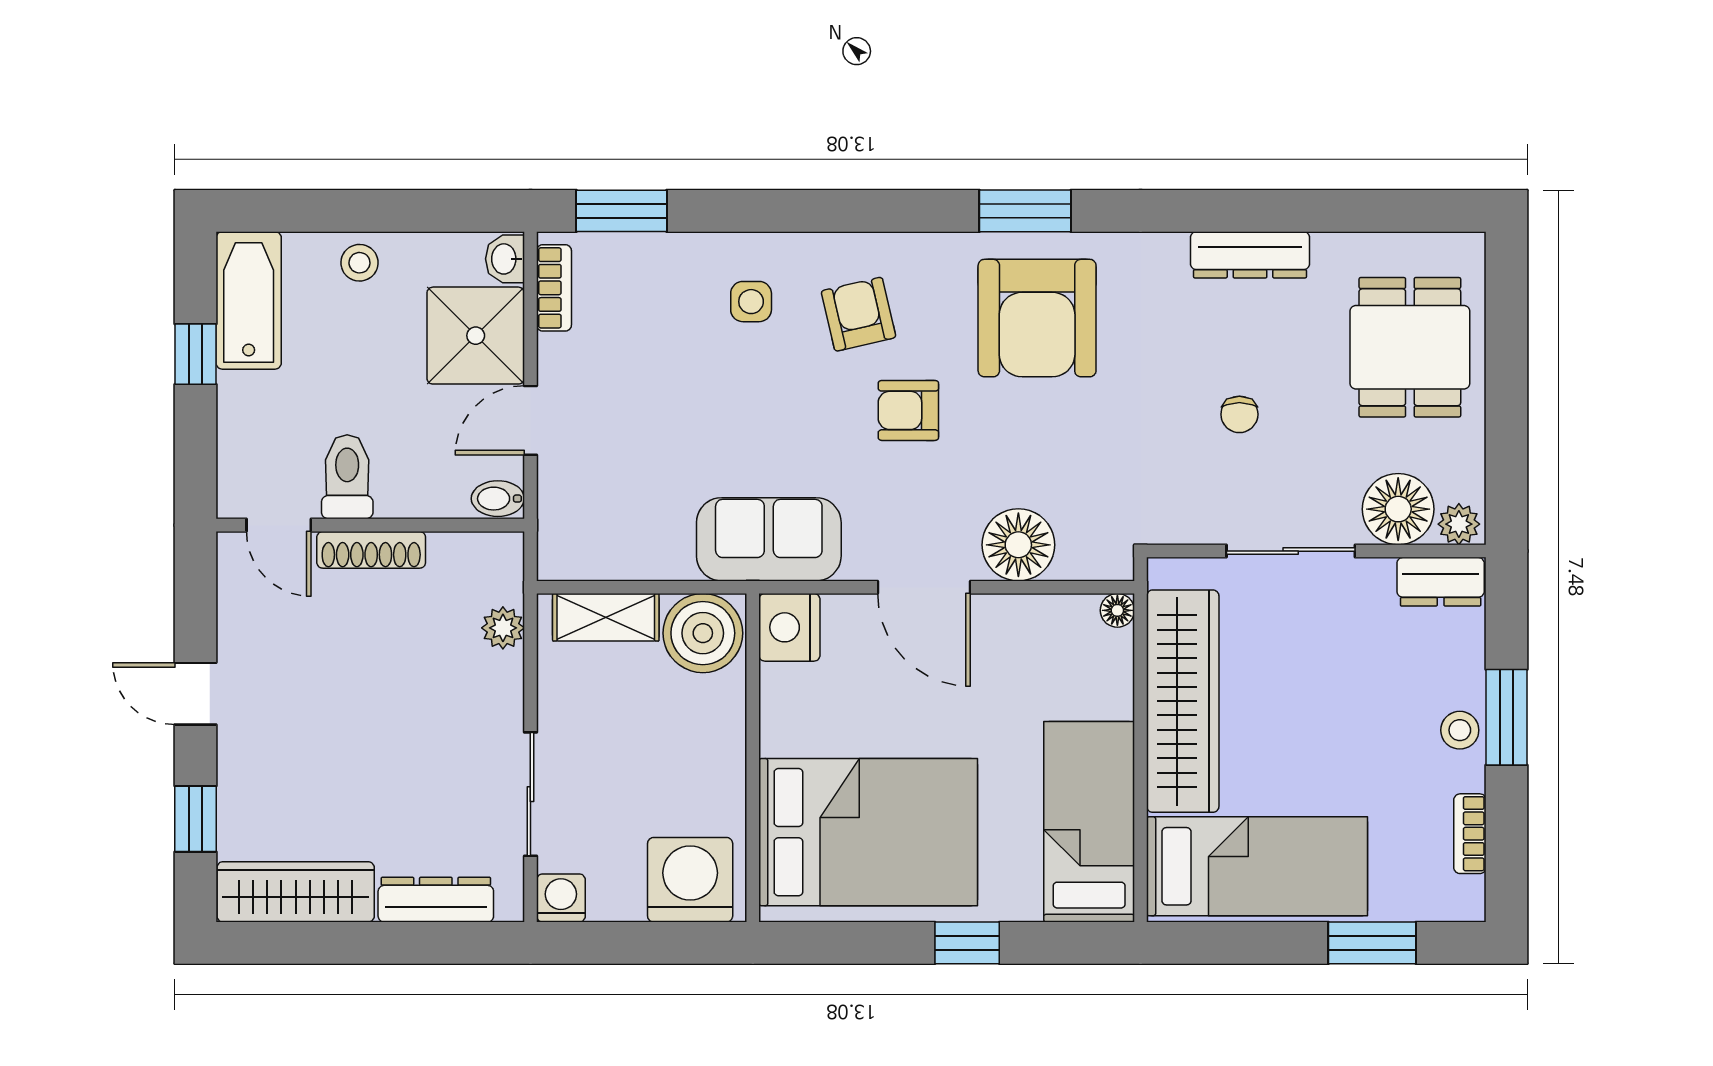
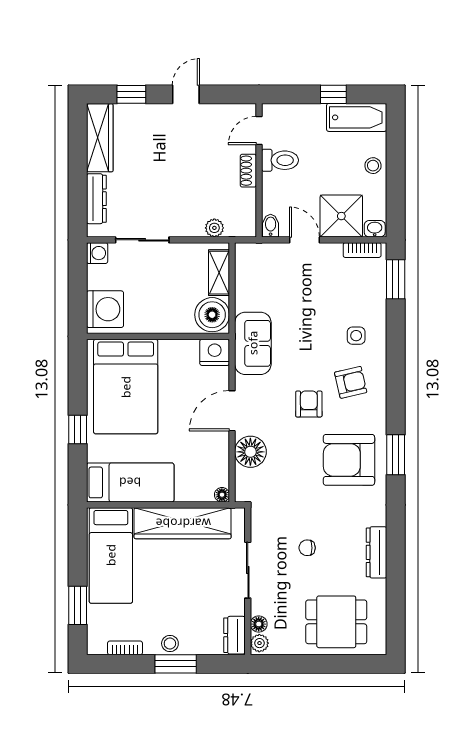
floor lamp: (1398, 509) -> (259, 624), width x0.53, depth x0.53
shoe rack: (371, 550) -> (248, 171), width x0.70

